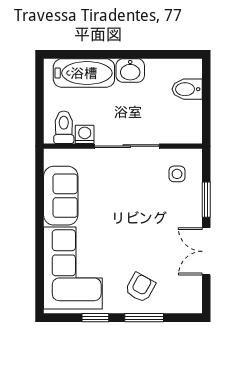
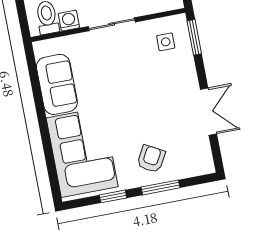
sliding door: (127, 146) -> (112, 24), width x0.73
window: (206, 200) -> (194, 37), moved
double door: (206, 251) -> (208, 112), swing flipped

